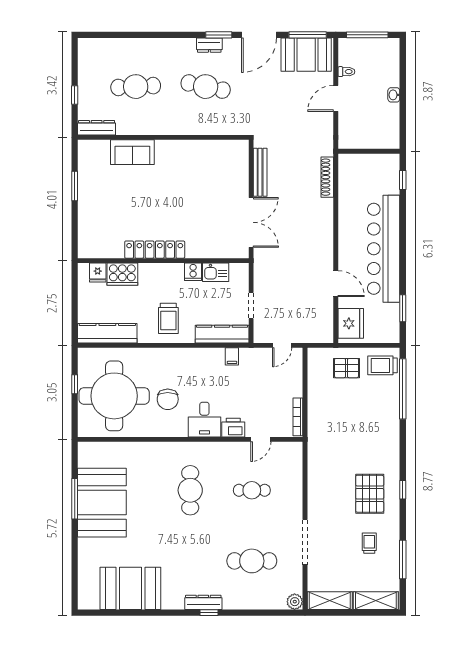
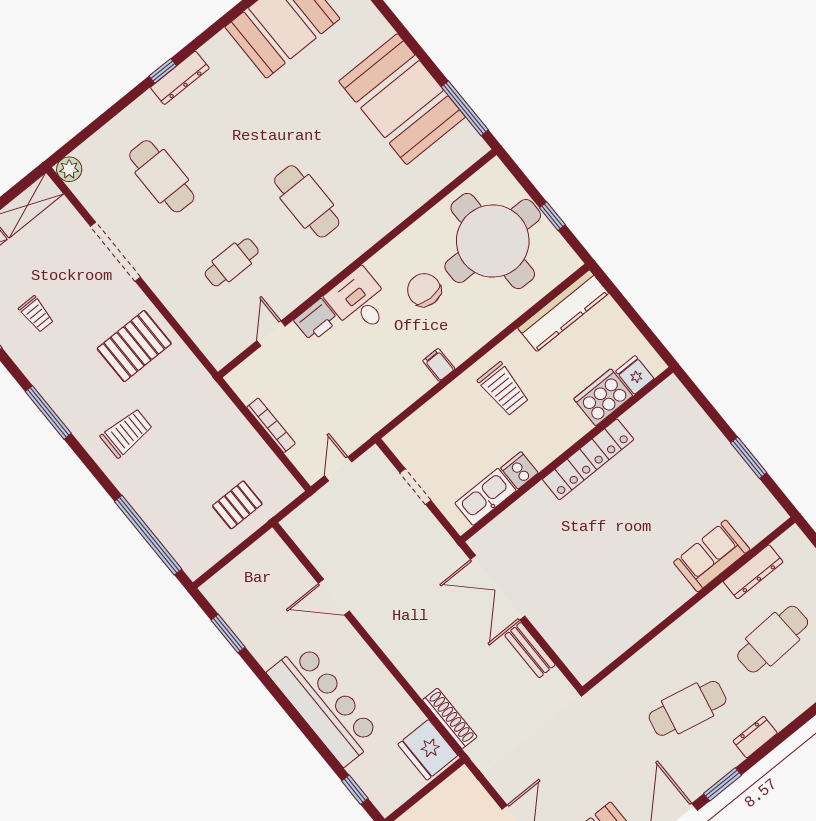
dresser: (209, 45) -> (755, 737), moved
dresser: (97, 128) -> (753, 572), moved
bench: (260, 172) -> (530, 650), width x0.73
bar counter: (384, 249) -> (324, 704), width x0.73
kitchen sink: (216, 272) -> (486, 497), width x1.38
trolley: (168, 318) -> (503, 389), turned 180
fridge: (351, 323) -> (428, 750), moved
kitchen counter: (222, 334) -> (422, 423), removed
filing cabinet: (232, 356) -> (439, 365), moved
trolley: (382, 365) -> (127, 433), moved
bookcase: (298, 417) -> (271, 425), moved
window: (403, 490) -> (48, 412), width x2.17
pallet: (370, 494) -> (134, 346), moved, turned 90
window: (75, 499) -> (465, 108), moved
cafe table: (252, 561) -> (162, 176), turned 90

